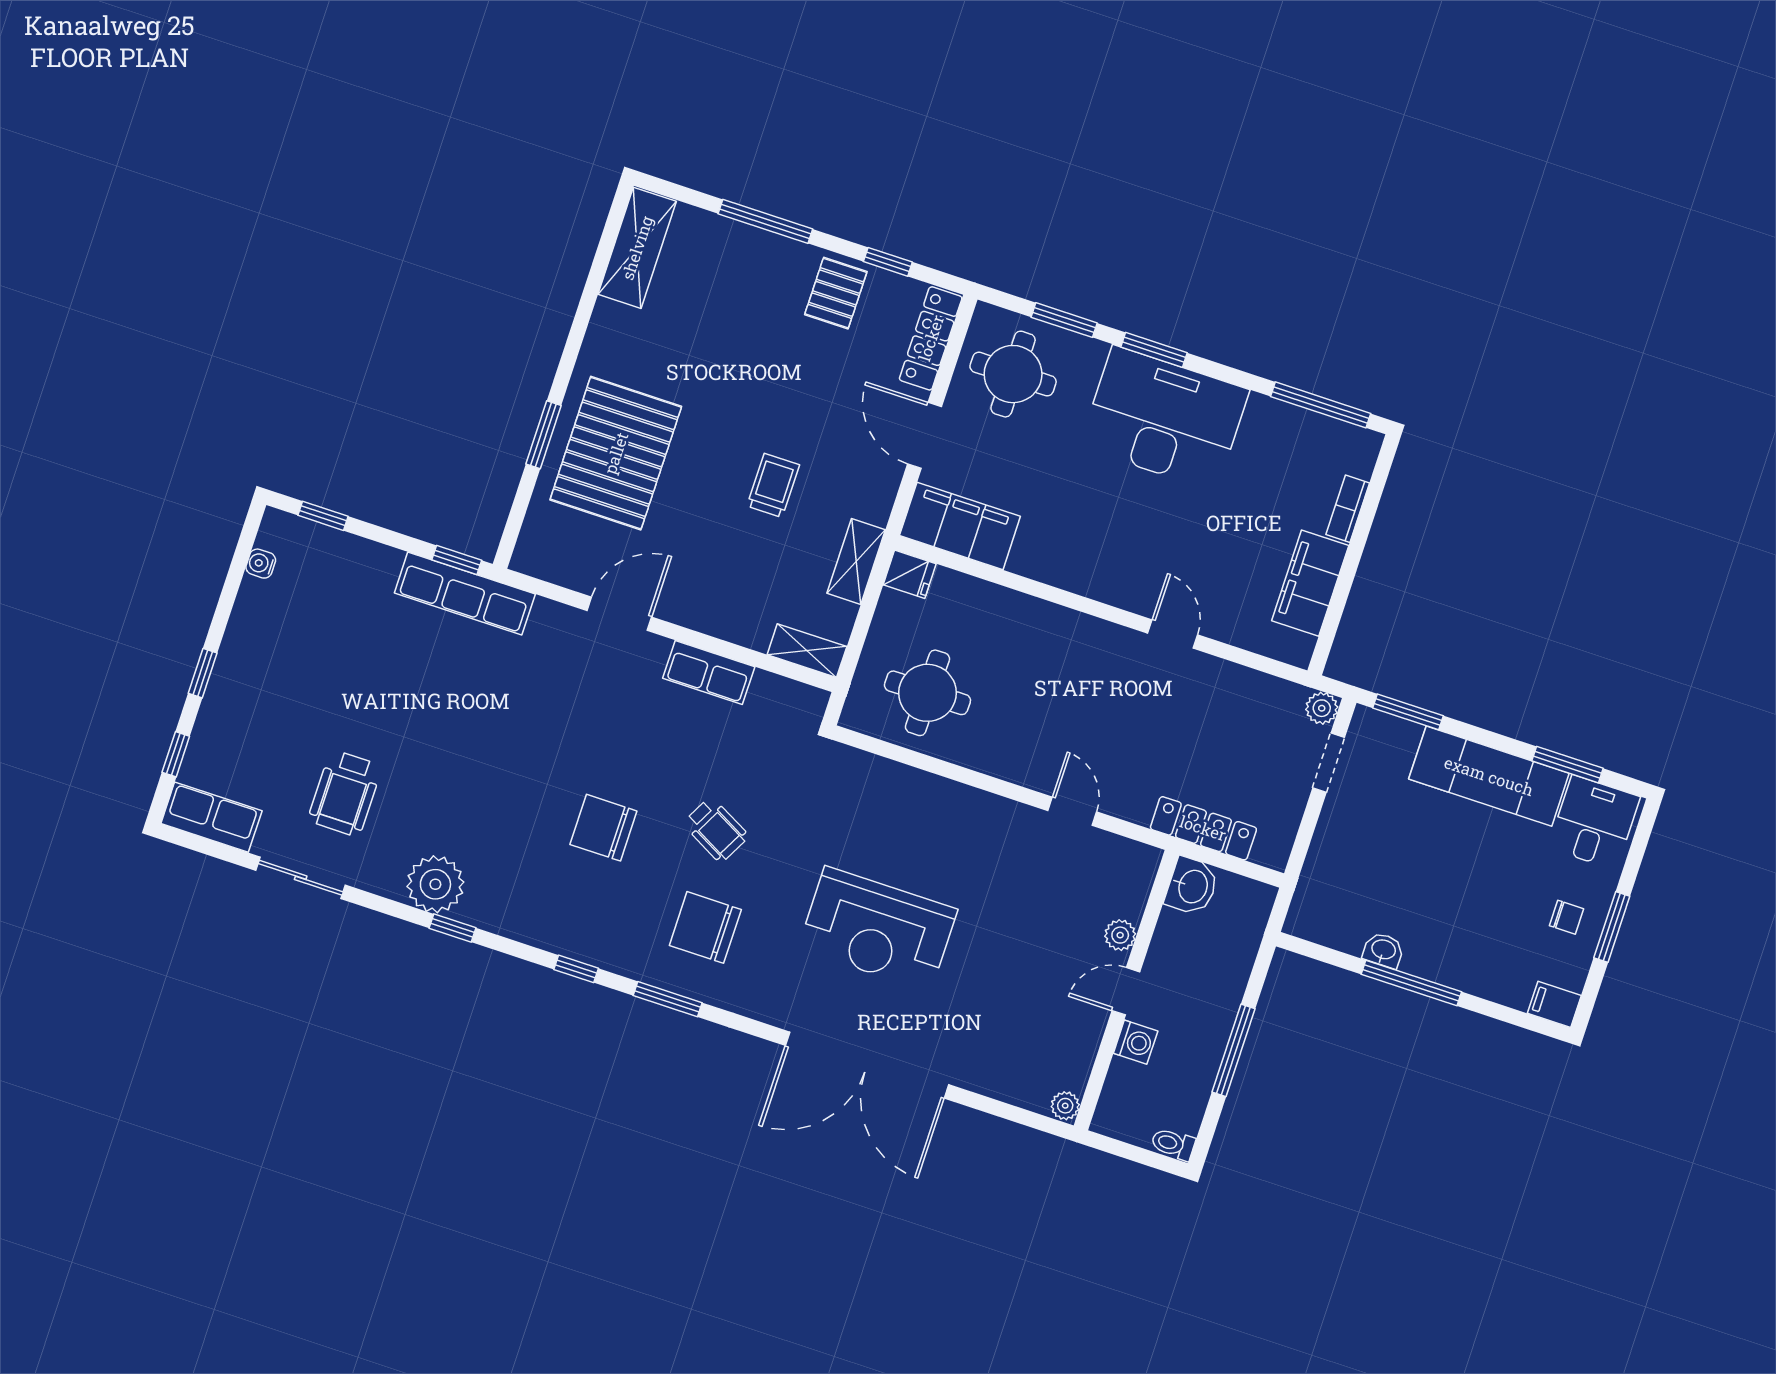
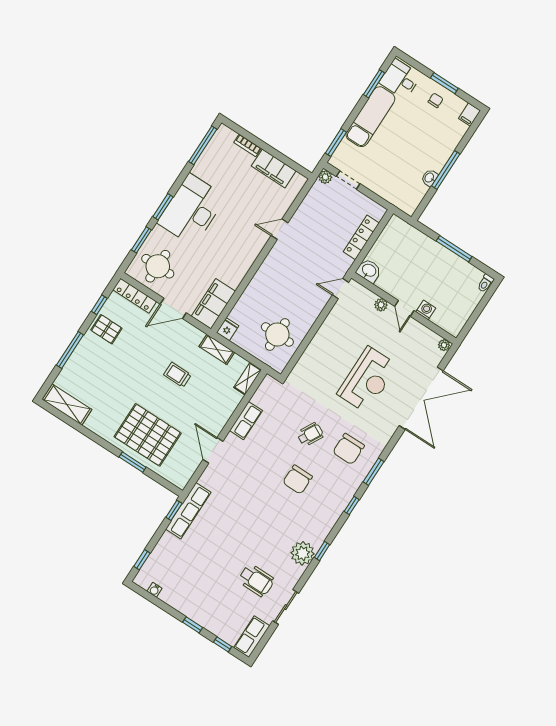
washbasin: (1192, 886) -> (369, 271), moved
plant: (1120, 935) -> (381, 305), moved
wall: (1126, 990) -> (404, 308), moved
door: (1126, 991) -> (404, 308), moved
washing machine: (1136, 1042) -> (426, 310), moved
plant: (1065, 1106) -> (444, 345), moved

